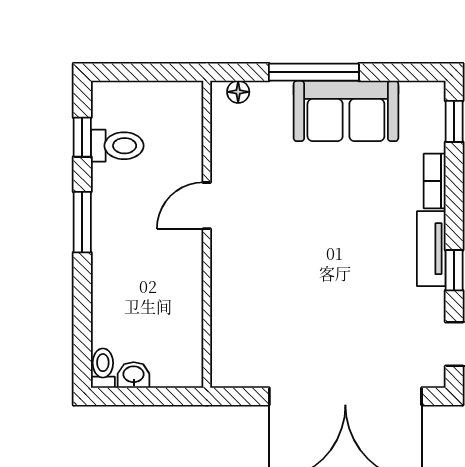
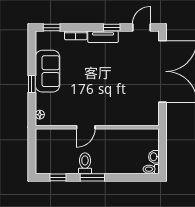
window: (314, 72) -> (32, 84), width x0.46
toilet: (117, 146) -> (85, 163), moved
door: (207, 206) -> (86, 127), hinge flipped

